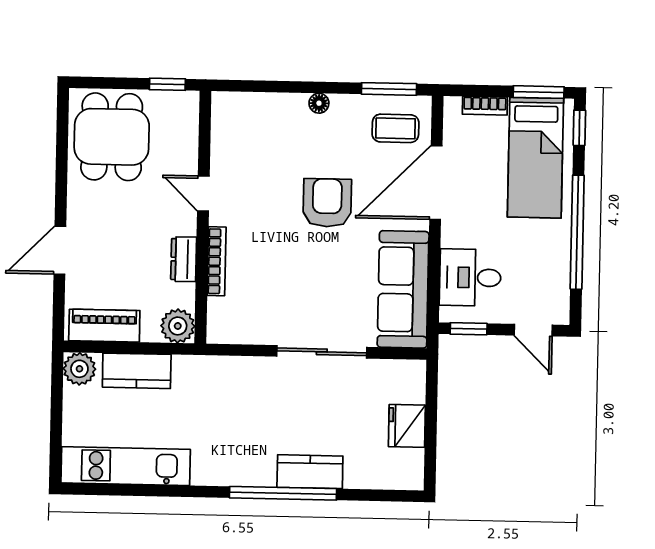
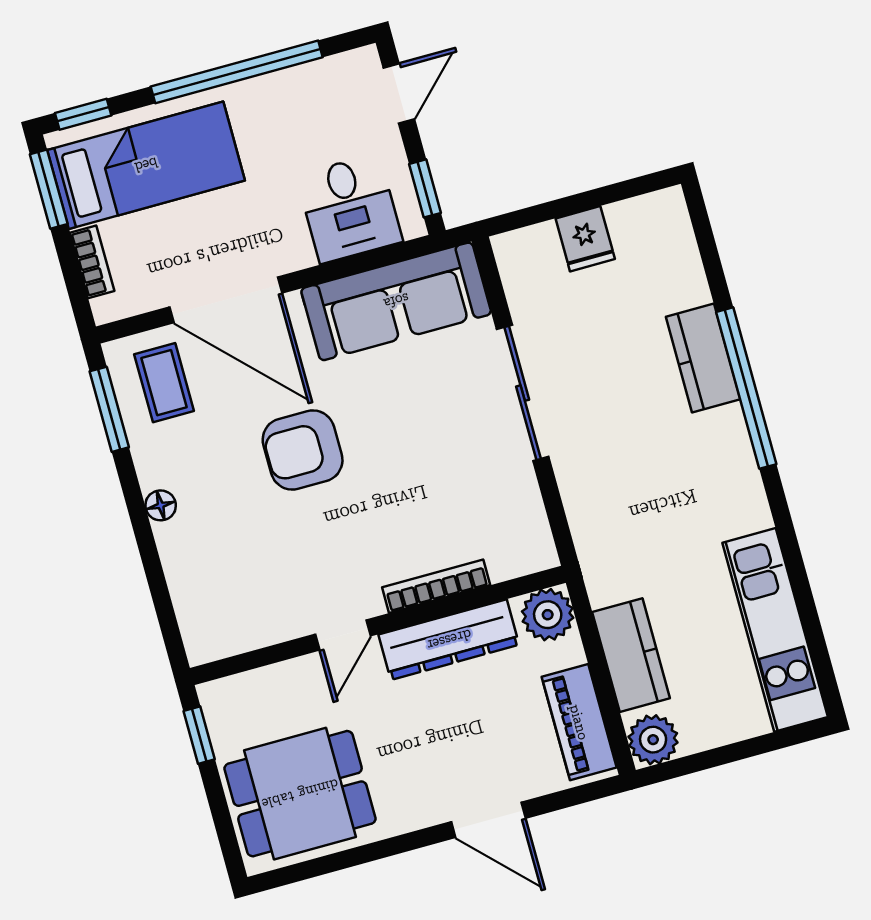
dresser: (184, 259) -> (449, 640), width x1.96, depth x1.24
fridge: (407, 426) -> (585, 239), width x0.72

